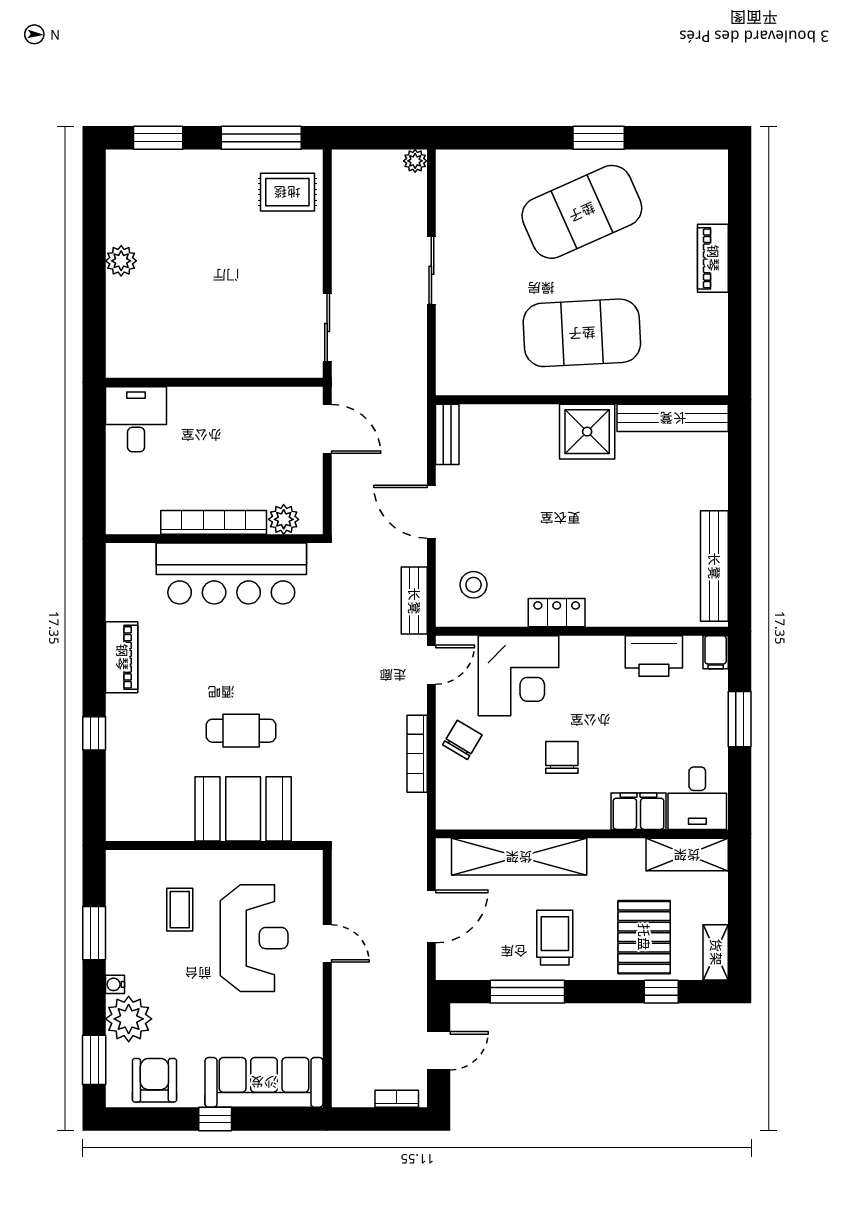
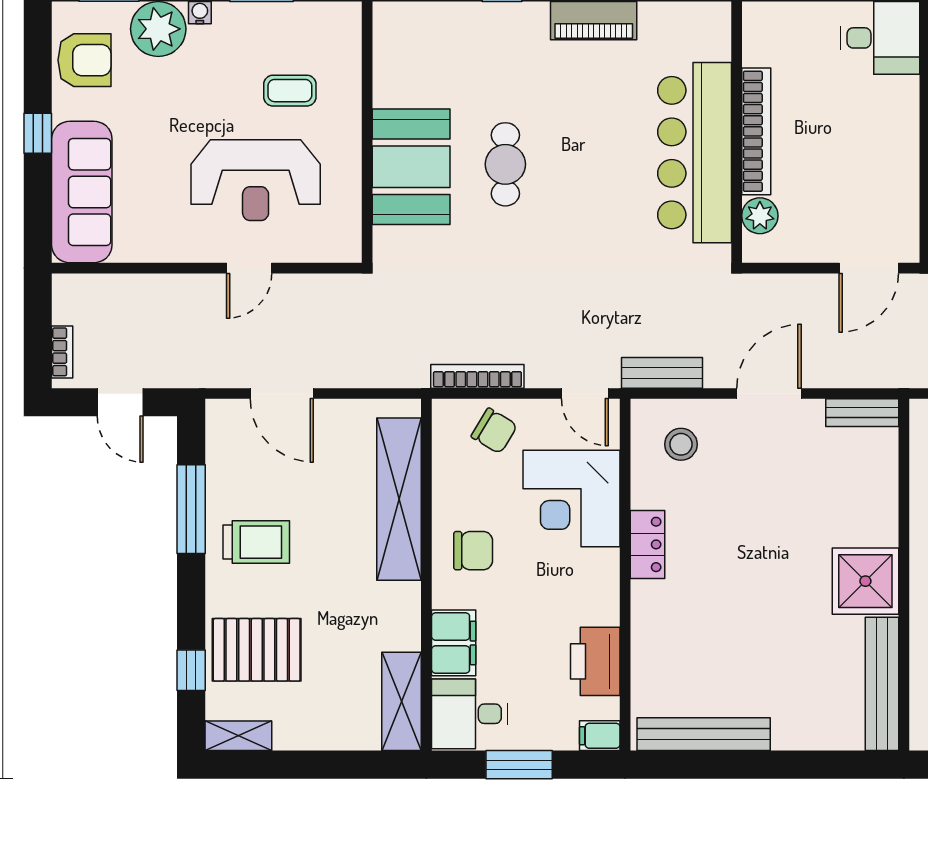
desk: (697, 798) -> (469, 714), moved
filing cabinet: (639, 811) -> (454, 643), moved
wall: (582, 834) -> (426, 575), moved
shelving: (687, 855) -> (401, 701), moved
shelving: (519, 857) -> (399, 499), moved

